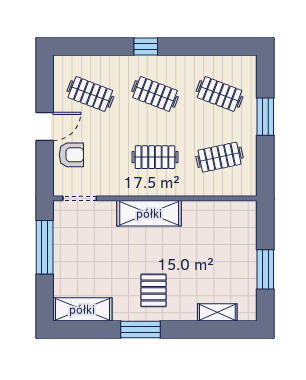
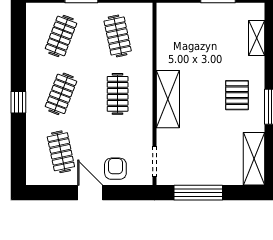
clothes rail: (90, 94) -> (61, 152), turned -33
pallet: (154, 290) -> (237, 95), turned 90

